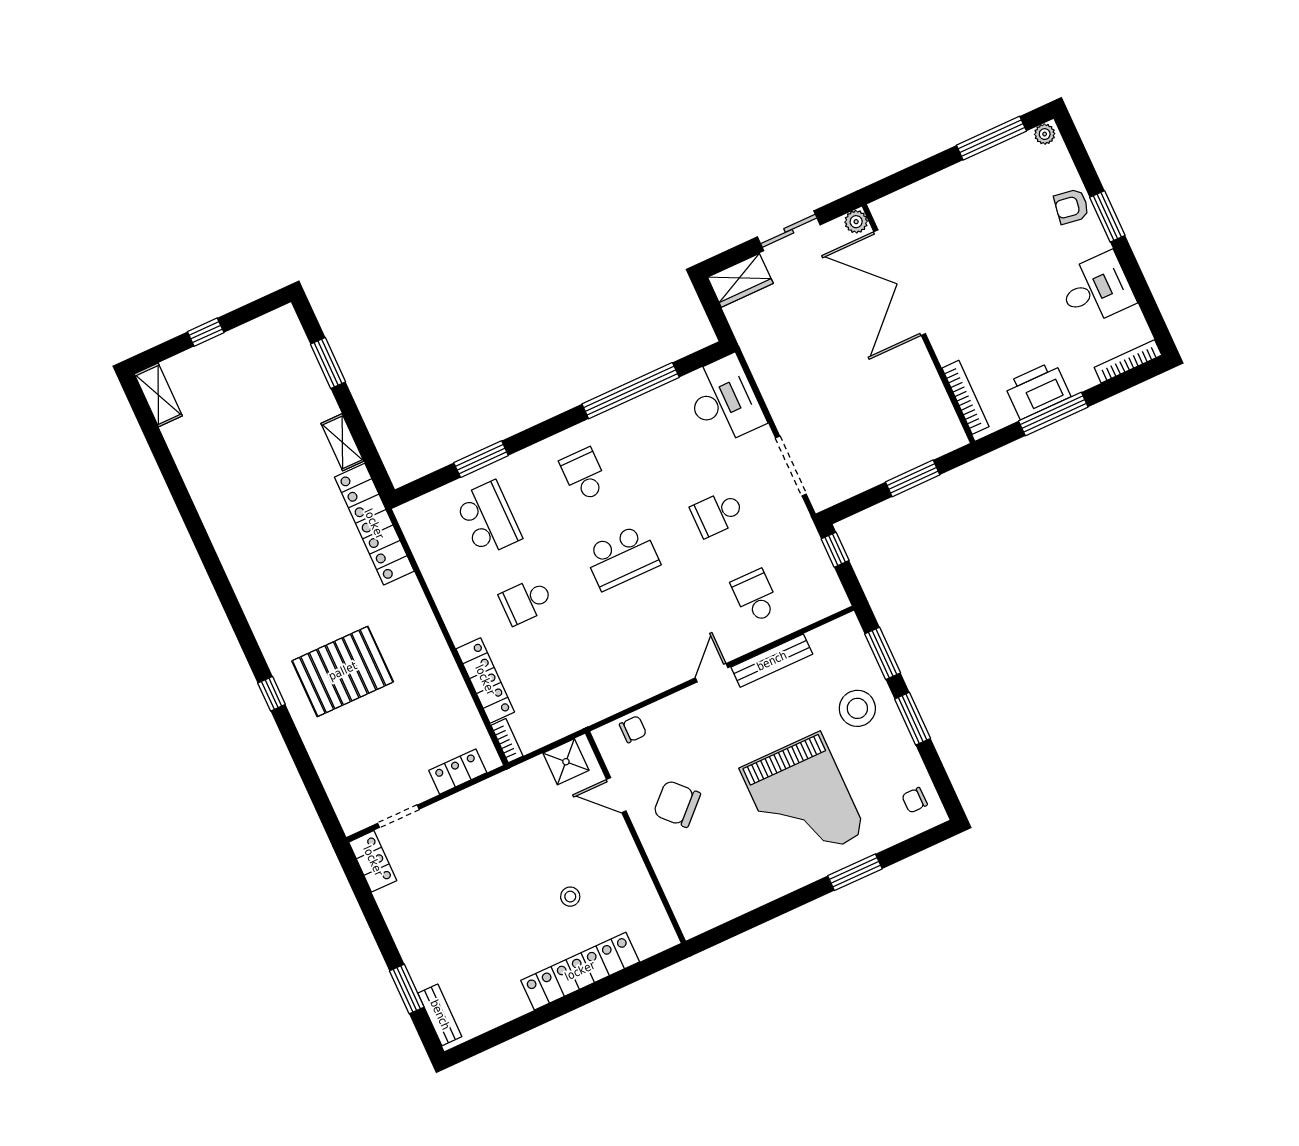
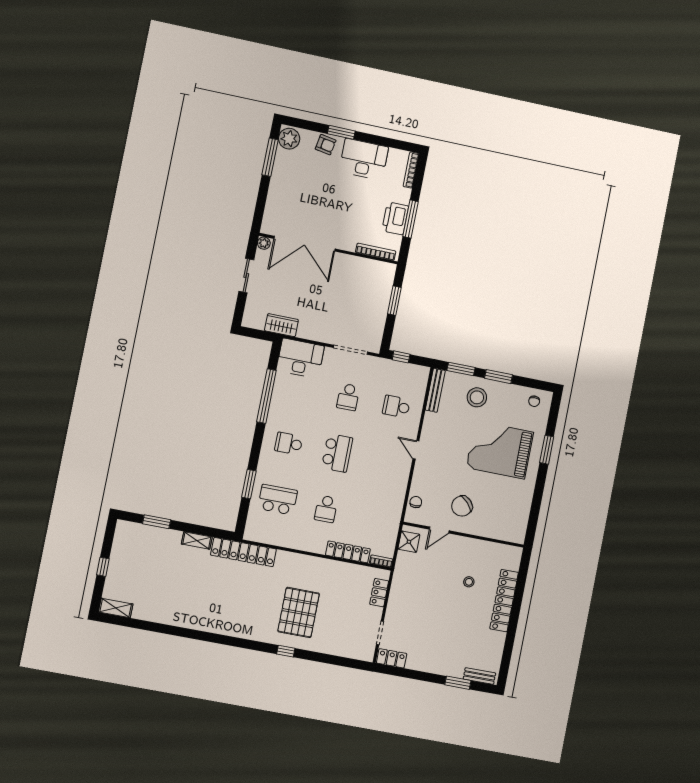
plant: (1045, 134) -> (289, 139), width x1.88, depth x1.88
armchair: (1071, 206) -> (326, 145), turned -89
wardrobe: (740, 280) -> (281, 325), moved, turned -90
desk: (1096, 289) -> (364, 159), width x1.37
bench: (772, 661) -> (435, 390), moved
grand piano: (803, 801) -> (500, 450), turned 180

